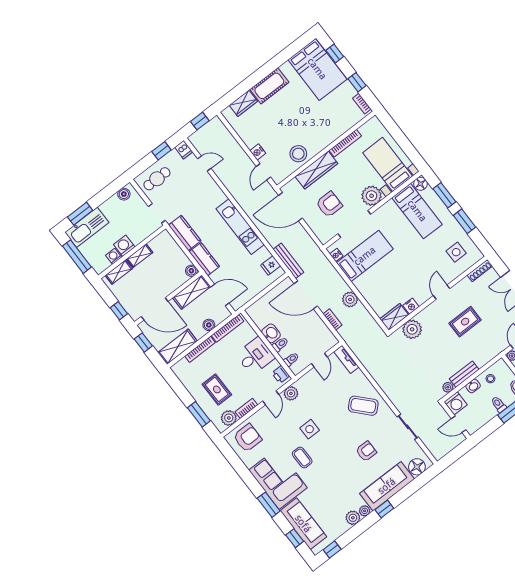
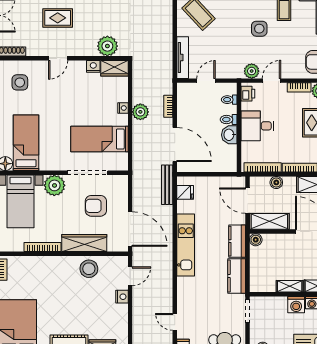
nightstand: (336, 255) -> (123, 108), moved
tv unit: (346, 359) -> (183, 58), width x1.41

